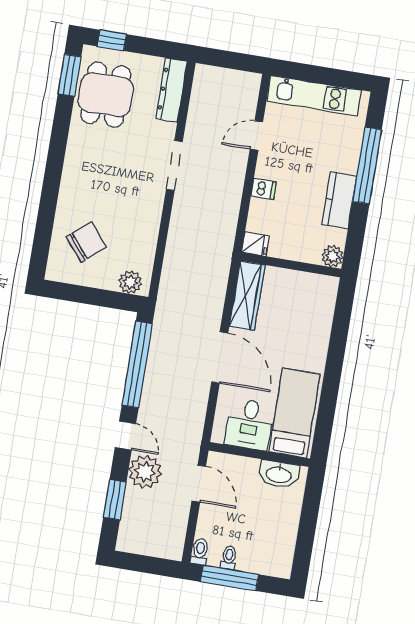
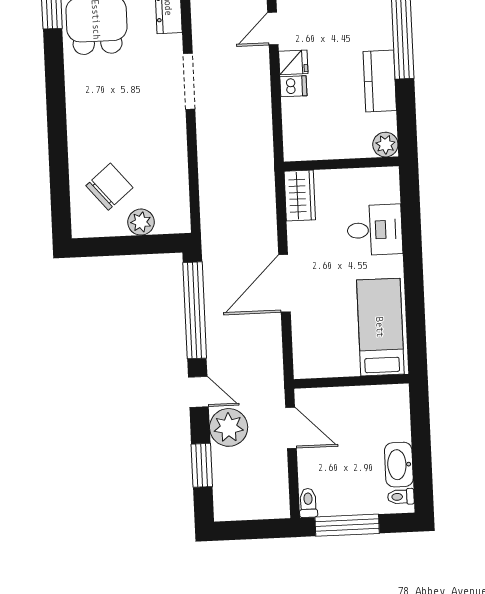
fridge: (255, 244) -> (293, 62), moved
plant: (130, 282) -> (141, 222), moved
wardrobe: (247, 295) -> (300, 196), width x0.67
door: (220, 358) -> (284, 283), swing flipped
desk: (249, 424) -> (375, 230), moved, turned -90
washbasin: (279, 474) -> (399, 465), moved, turned 90
toilet: (229, 558) -> (401, 497), moved, turned -90

